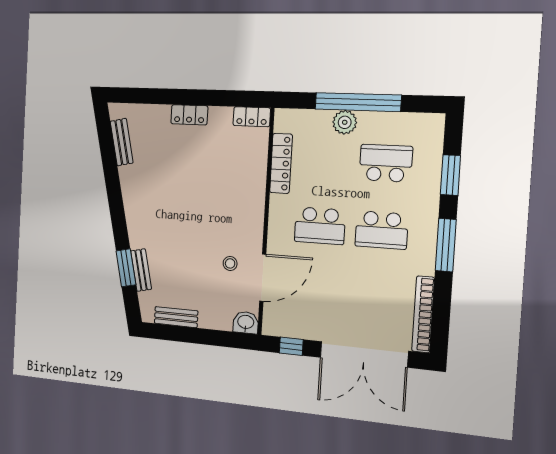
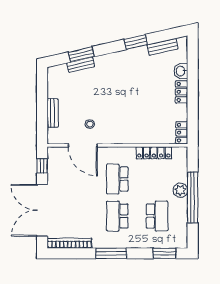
window: (450, 175) -> (165, 253), moved
window: (113, 183) -> (136, 42), added
bench: (176, 317) -> (53, 113), moved
washbasin: (246, 323) -> (181, 71), moved, turned 180

